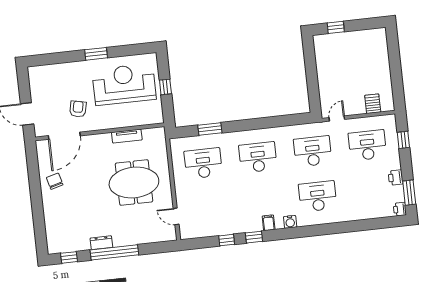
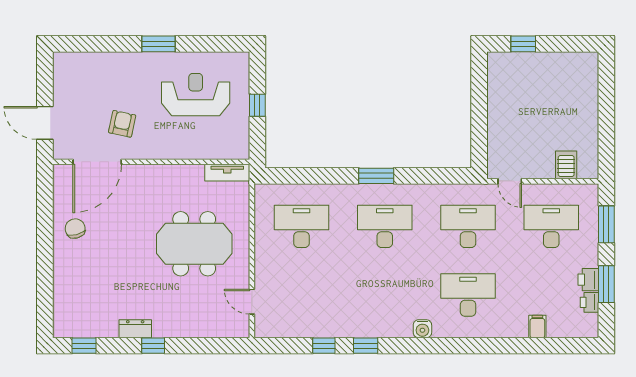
reception desk: (124, 84) -> (196, 95), width x0.74, depth x0.77
door: (337, 119) -> (510, 181), swing flipped
window: (210, 129) -> (376, 176), moved
tv unit: (127, 136) -> (227, 173), moved
window: (403, 140) -> (606, 224), width x1.50
window: (409, 193) -> (606, 284), moved
printer: (400, 209) -> (590, 302), moved
filing cabinet: (269, 223) -> (537, 327), moved
window: (114, 252) -> (153, 346), width x0.32

